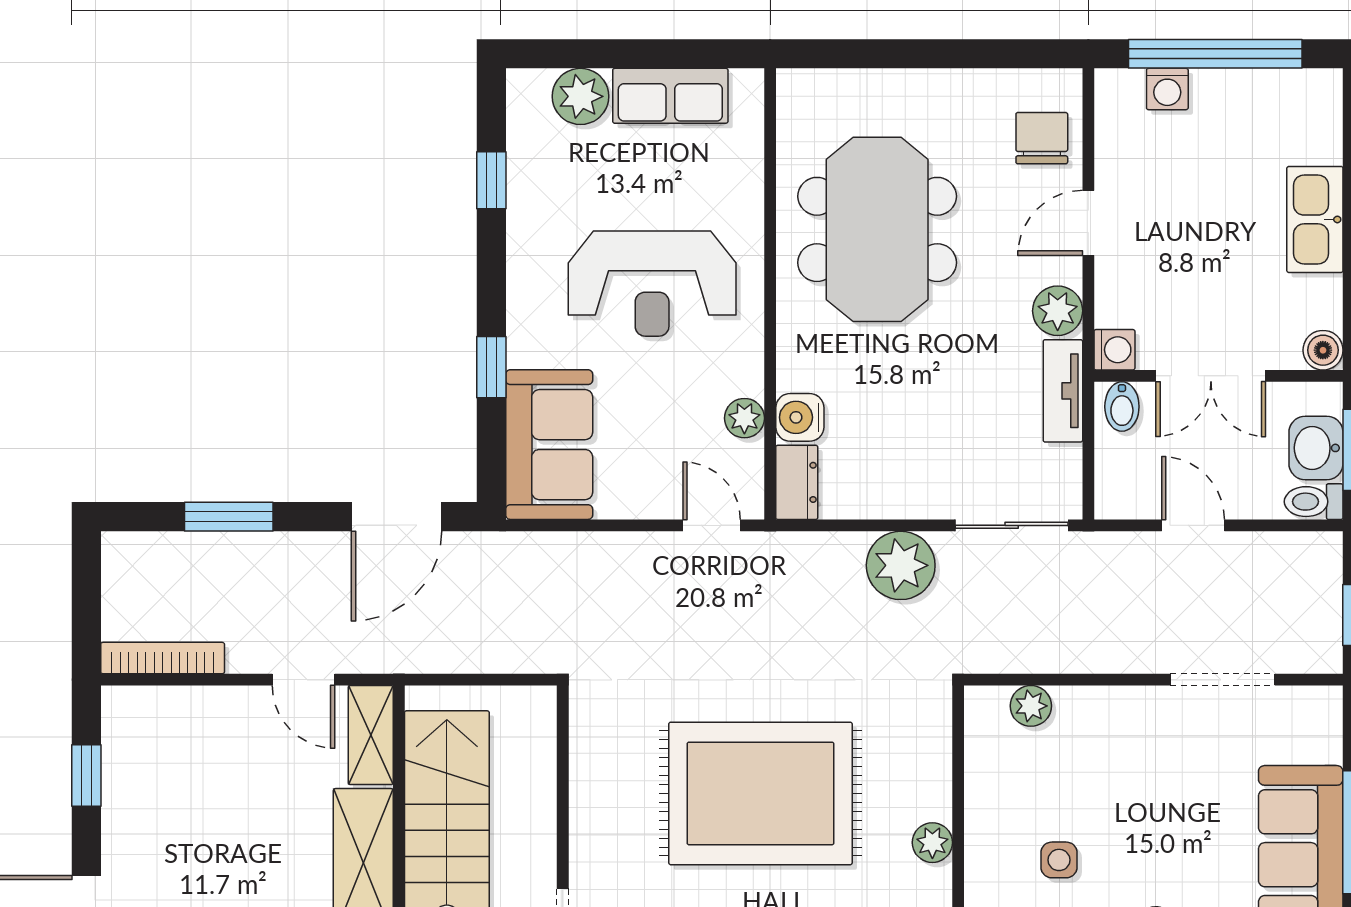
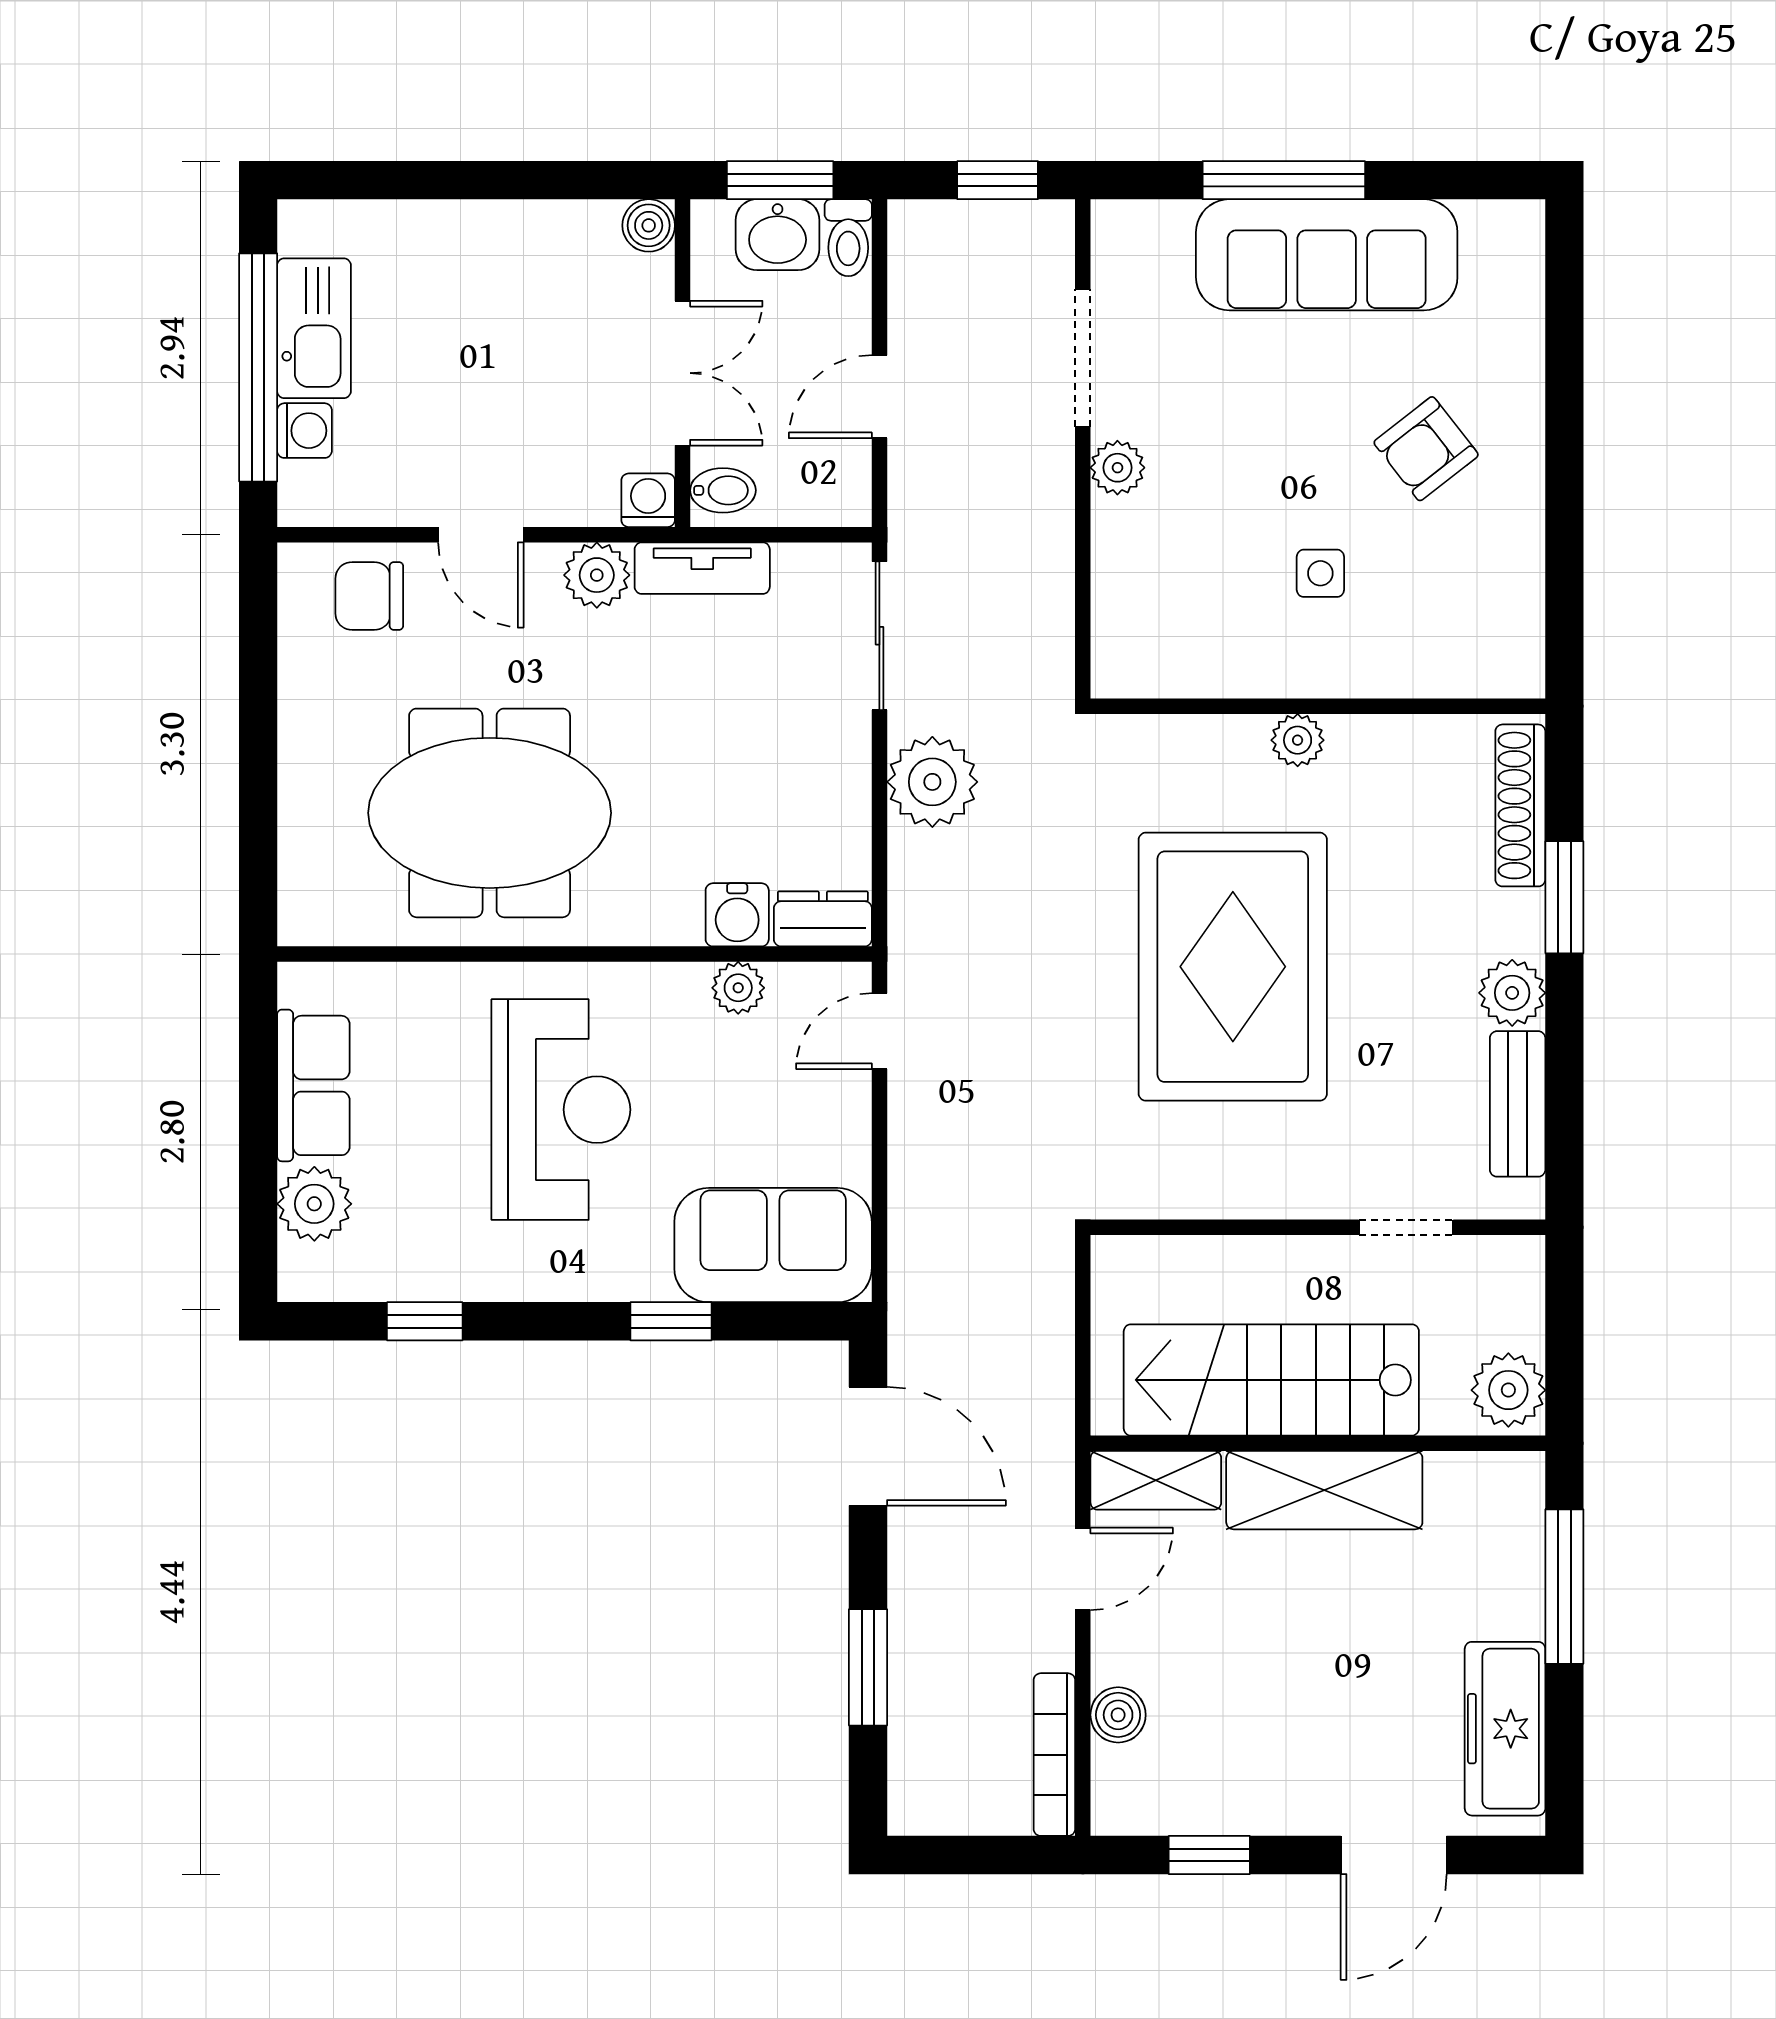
kitchen sink: (1315, 219) -> (314, 328), moved, turned -90
boiler: (193, 706) -> (1118, 1715), added
plant: (1031, 706) -> (1117, 468), moved

